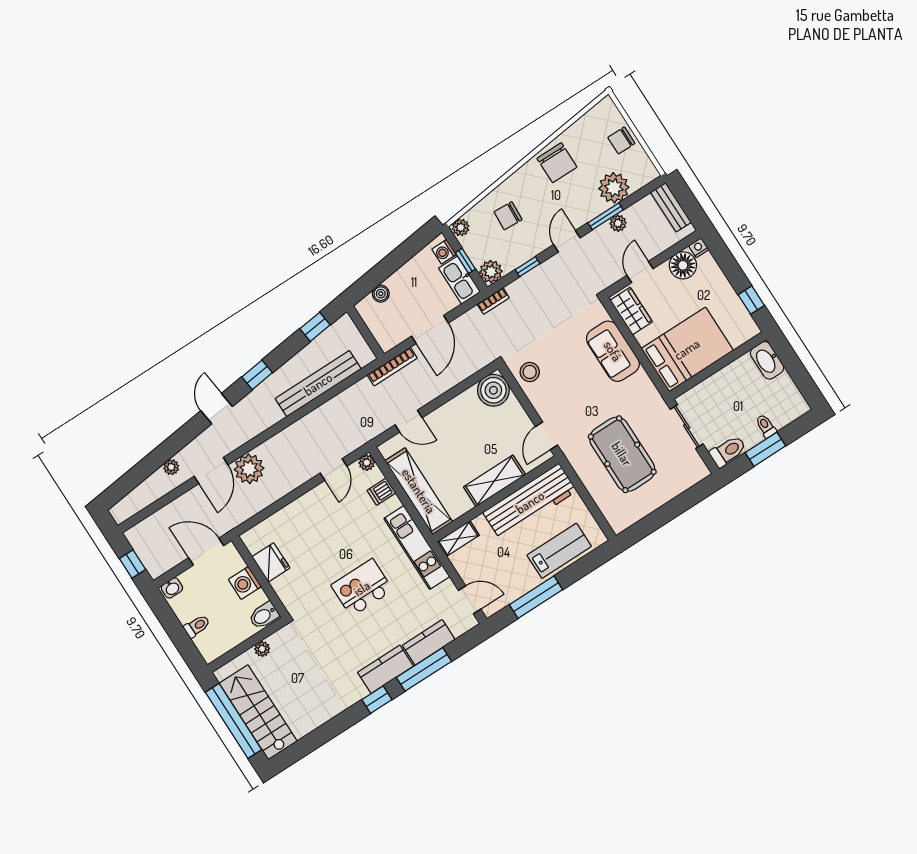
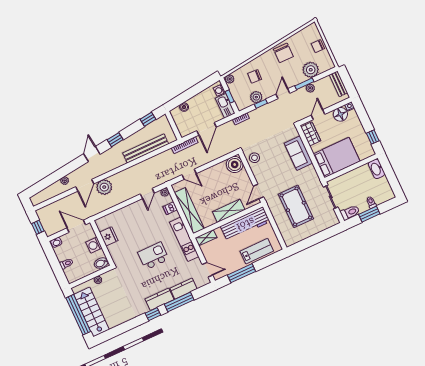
plant: (491, 272) -> (256, 97), moved

